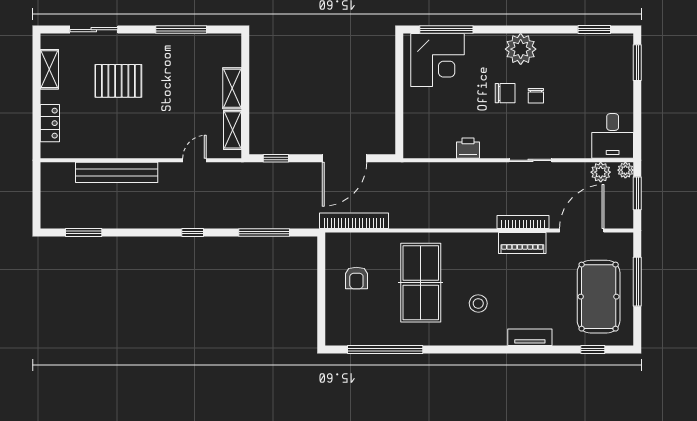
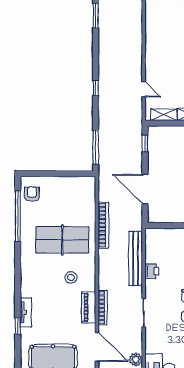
bench: (117, 172) -> (136, 258), moved
bookcase: (354, 221) -> (103, 225), moved
window: (264, 232) -> (96, 147), moved
armchair: (356, 278) -> (32, 194), moved, turned 90
stool: (478, 304) -> (71, 277), moved
window: (593, 349) -> (18, 326), moved

